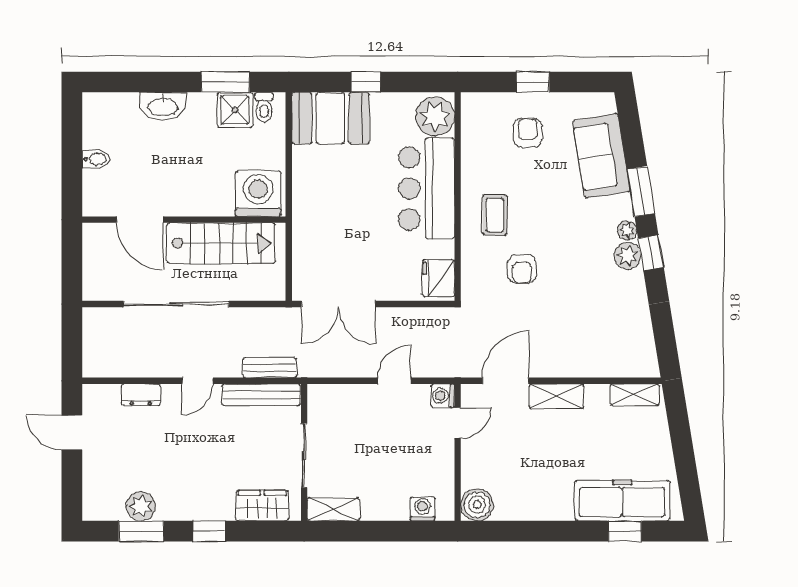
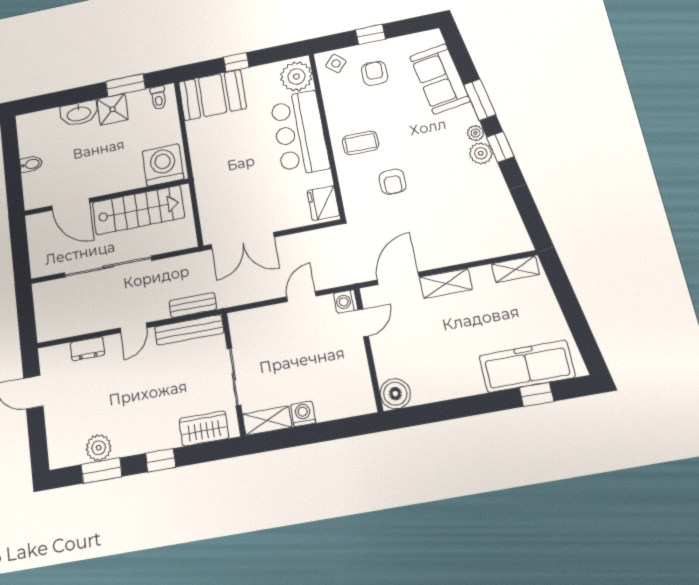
shower: (235, 110) -> (113, 109), moved
side table: (485, 110) -> (336, 64), added
coffee table: (495, 215) -> (361, 143), turned 90
washing machine: (423, 509) -> (303, 414), moved

